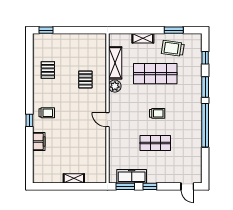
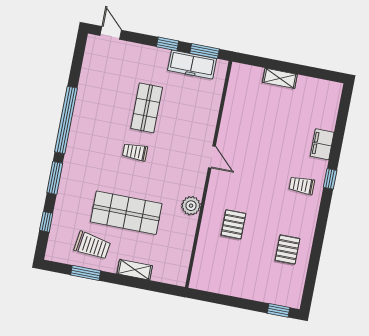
shelving: (115, 63) -> (184, 241), removed
shop shelf: (155, 143) -> (147, 108), turned 90

